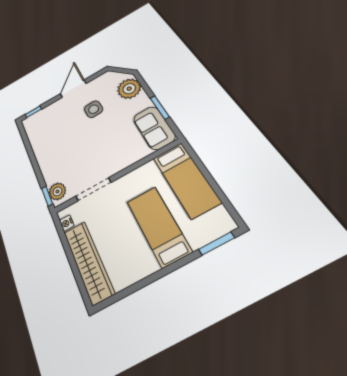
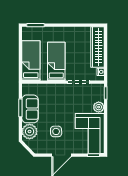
sofa: (154, 128) -> (30, 109), moved
corner sofa: (48, 132) -> (90, 133), added
plant: (57, 191) -> (99, 107), moved
bed: (158, 226) -> (56, 61), moved, turned 180

